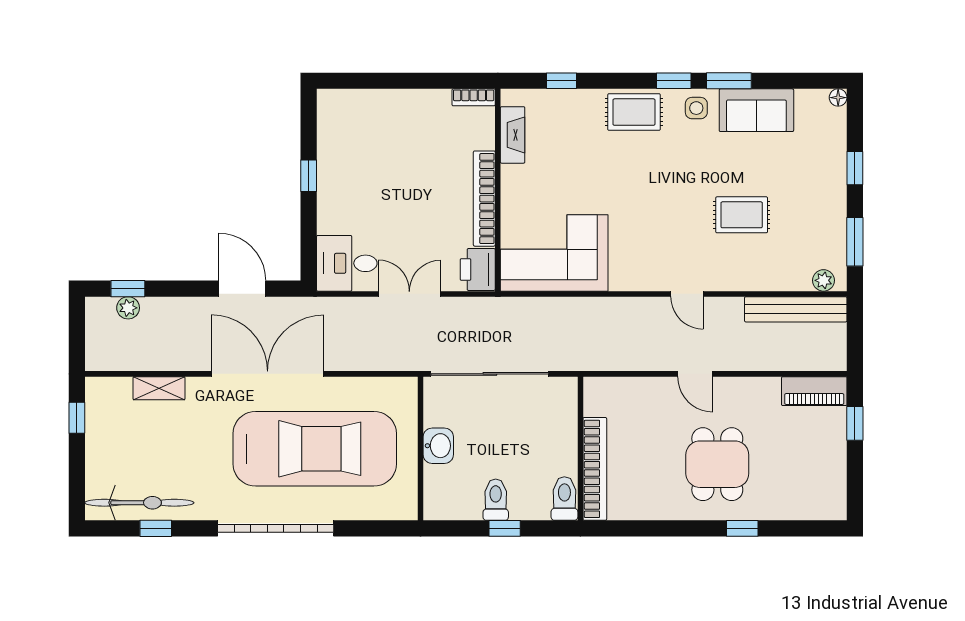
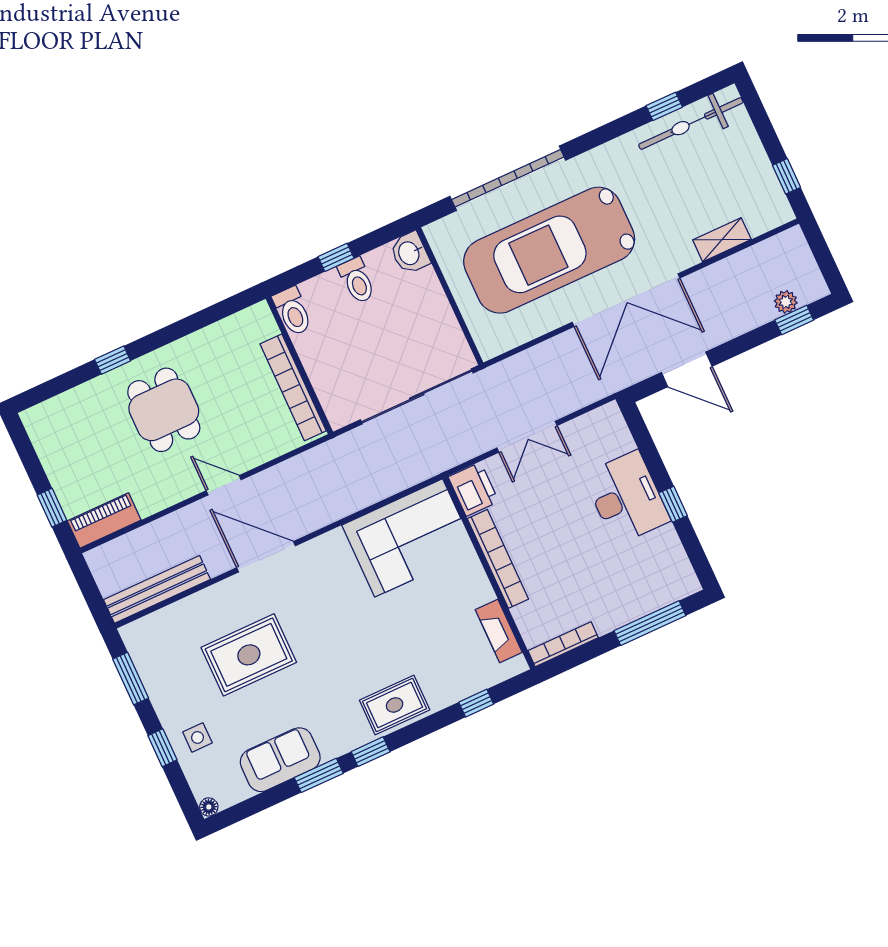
window: (377, 81) -> (650, 623), added
bookcase: (474, 97) -> (563, 644), width x1.56
side table: (696, 108) -> (197, 737), moved
rug: (742, 215) -> (249, 655), width x1.36, depth x1.43
desk: (347, 263) -> (627, 498), moved, width x1.37
plant: (824, 280) -> (143, 629), removed
door: (687, 294) -> (266, 557), width x1.88
washbasin: (438, 446) -> (410, 253), moved
bookcase: (595, 469) -> (293, 387), moved
garage door: (276, 528) -> (508, 178), moved

